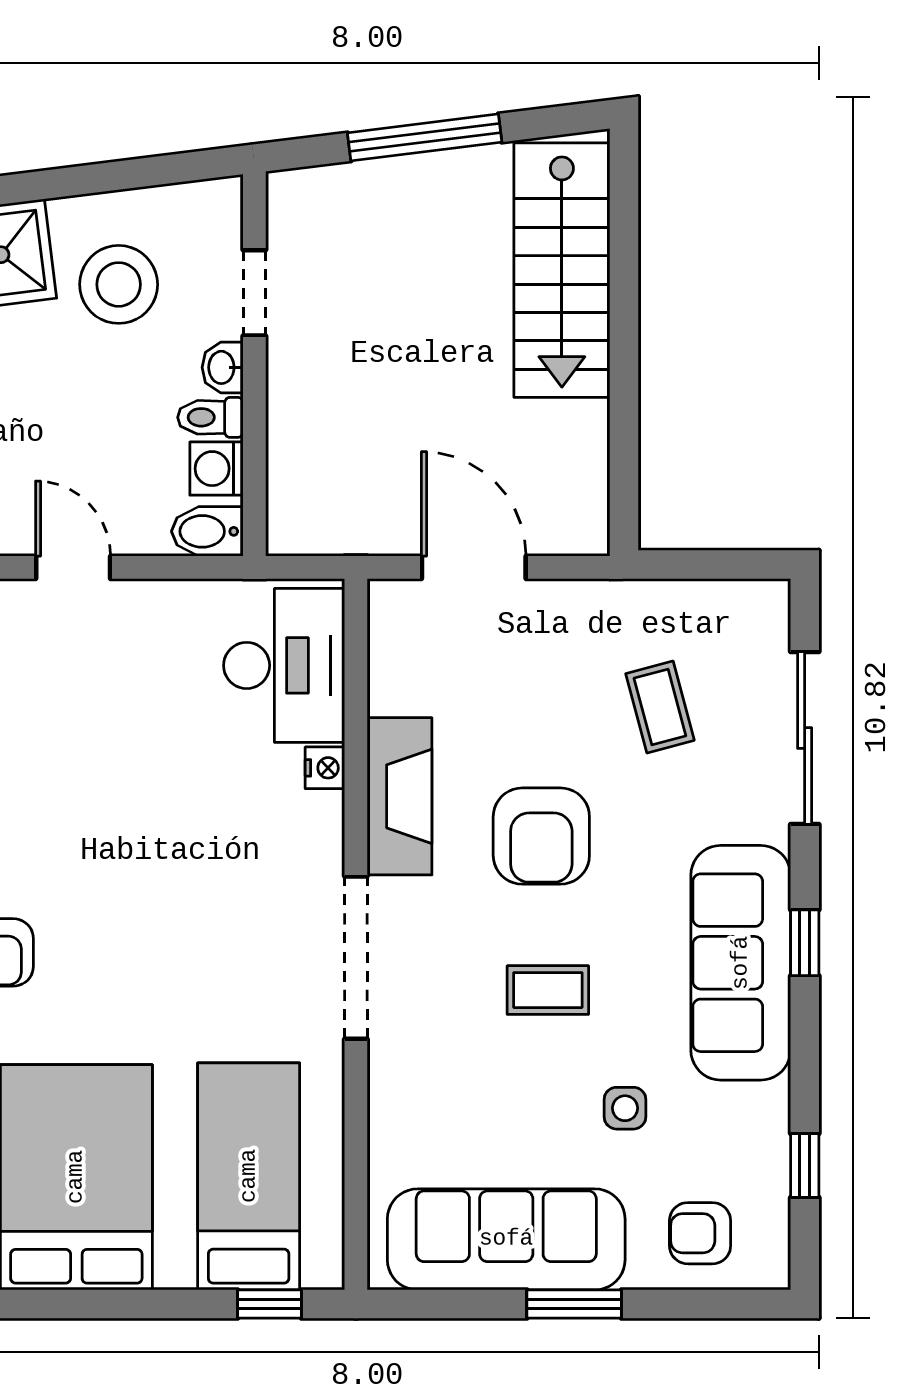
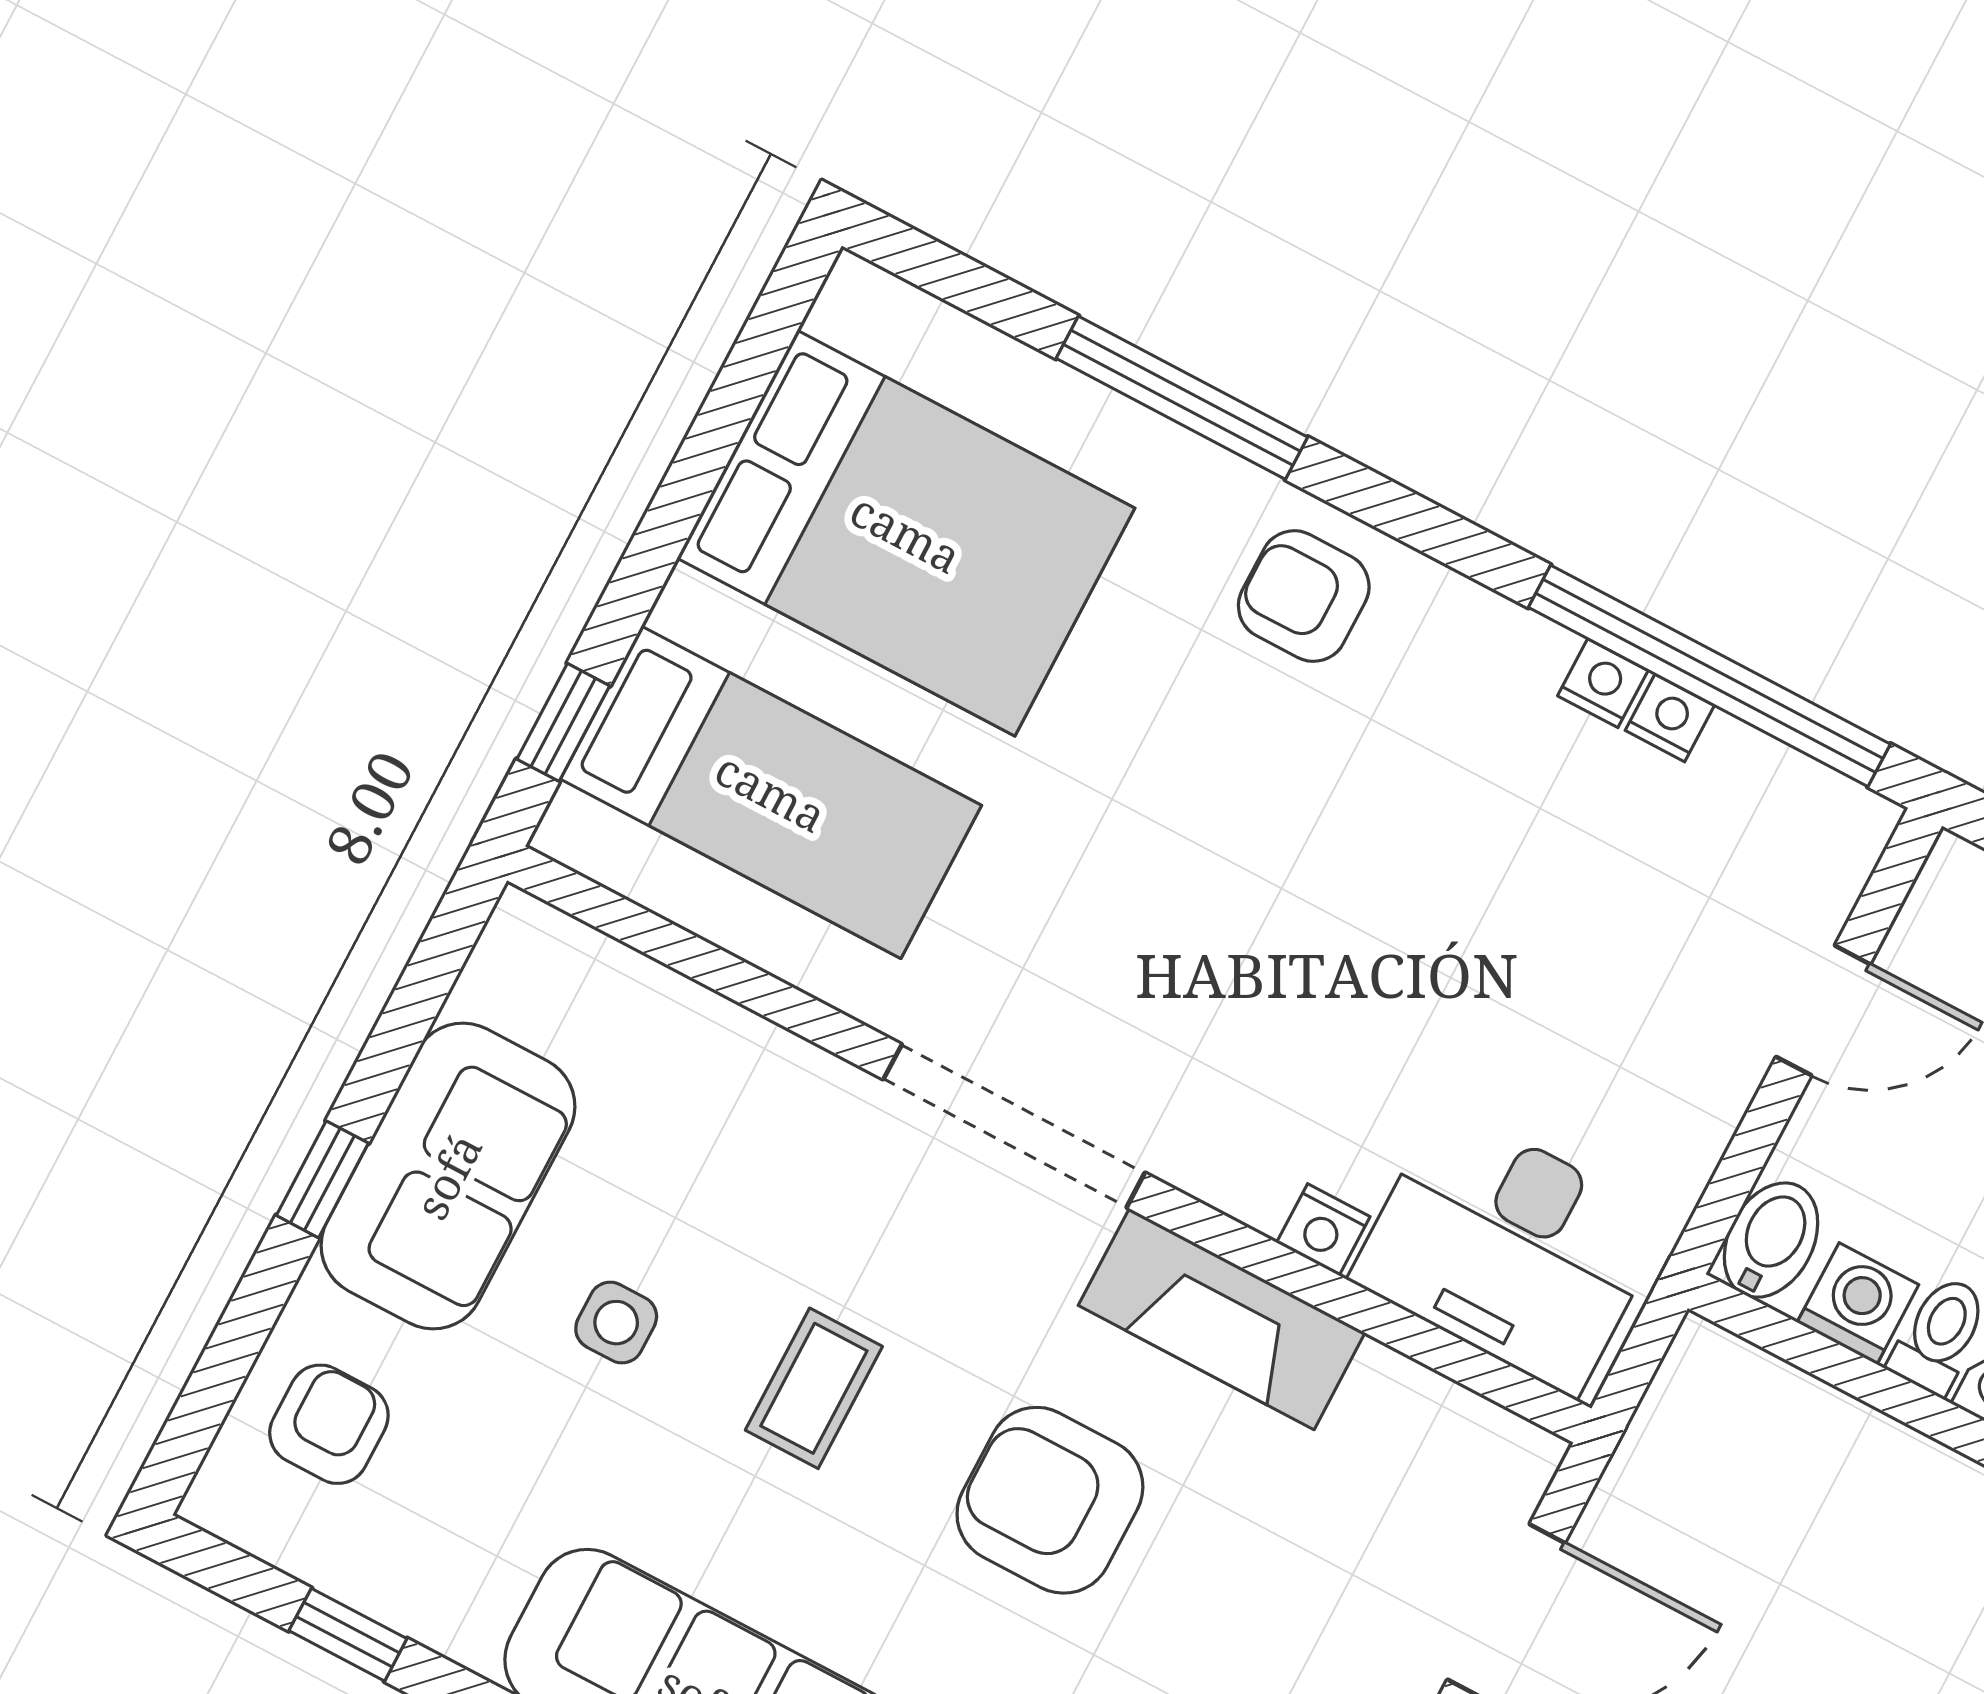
side table: (625, 1108) -> (616, 1323), moved
sofa: (506, 1239) -> (448, 1176), width x0.73
window: (574, 1304) -> (322, 1179), width x0.67

